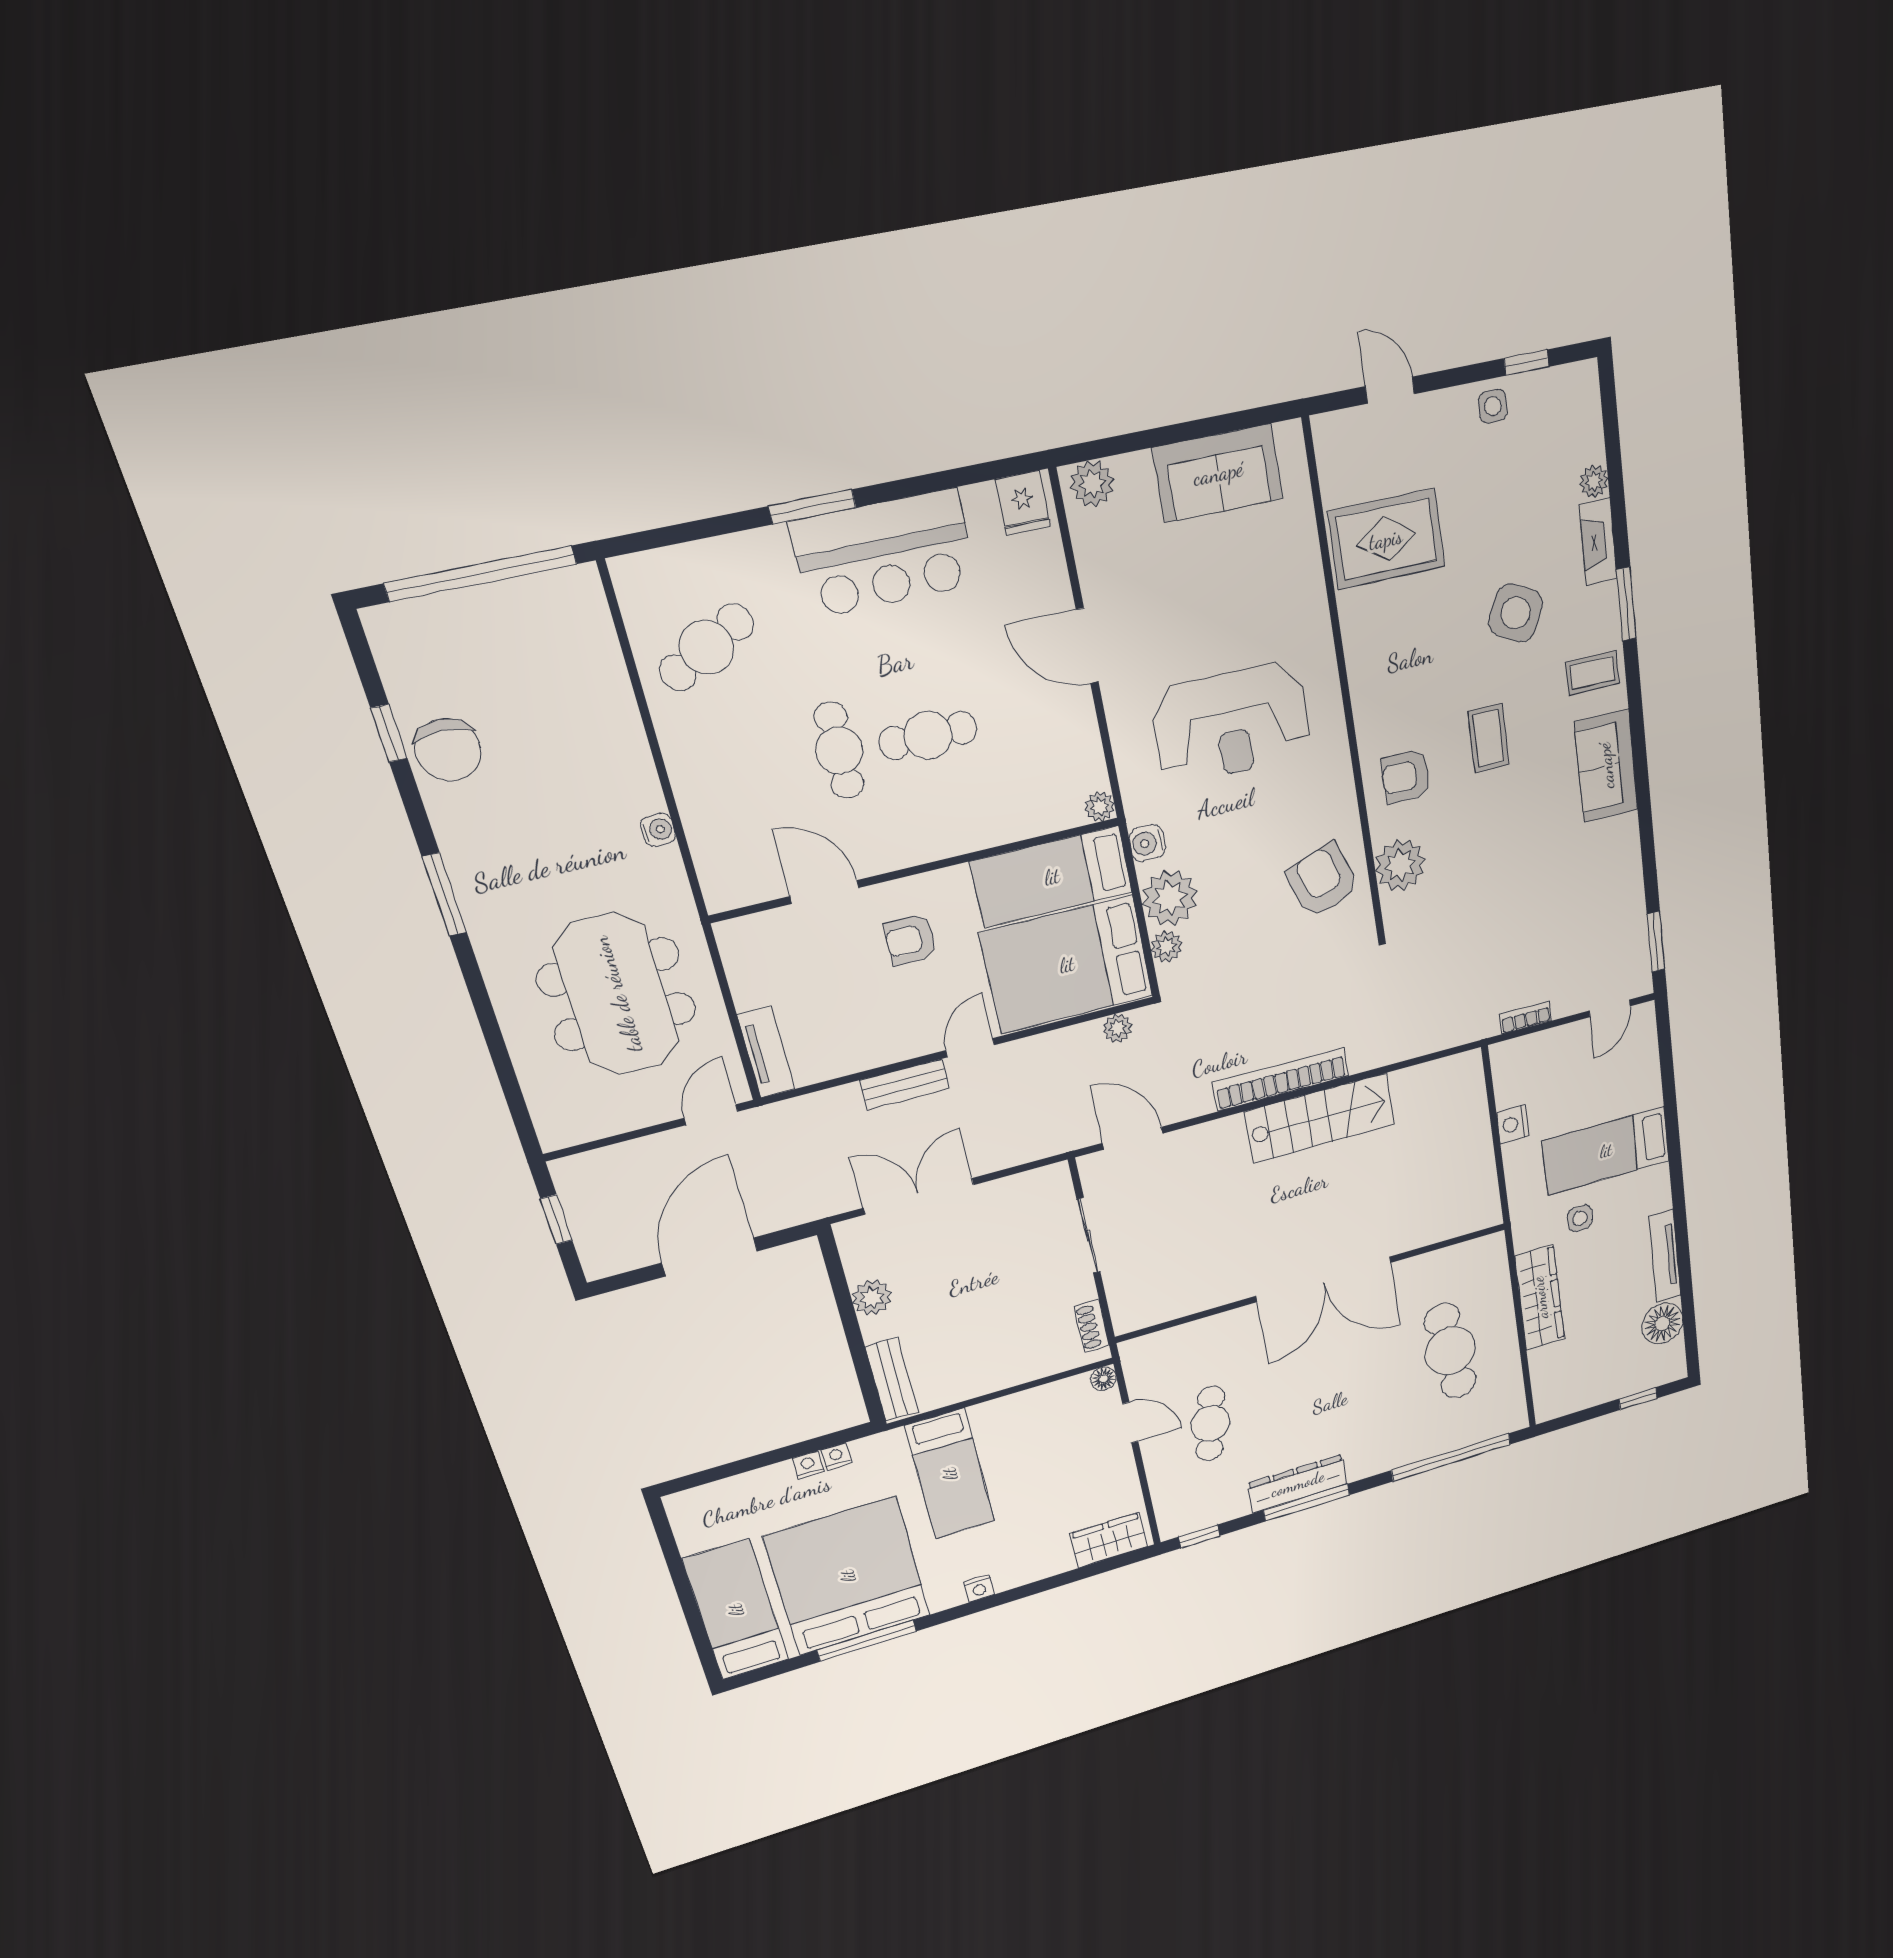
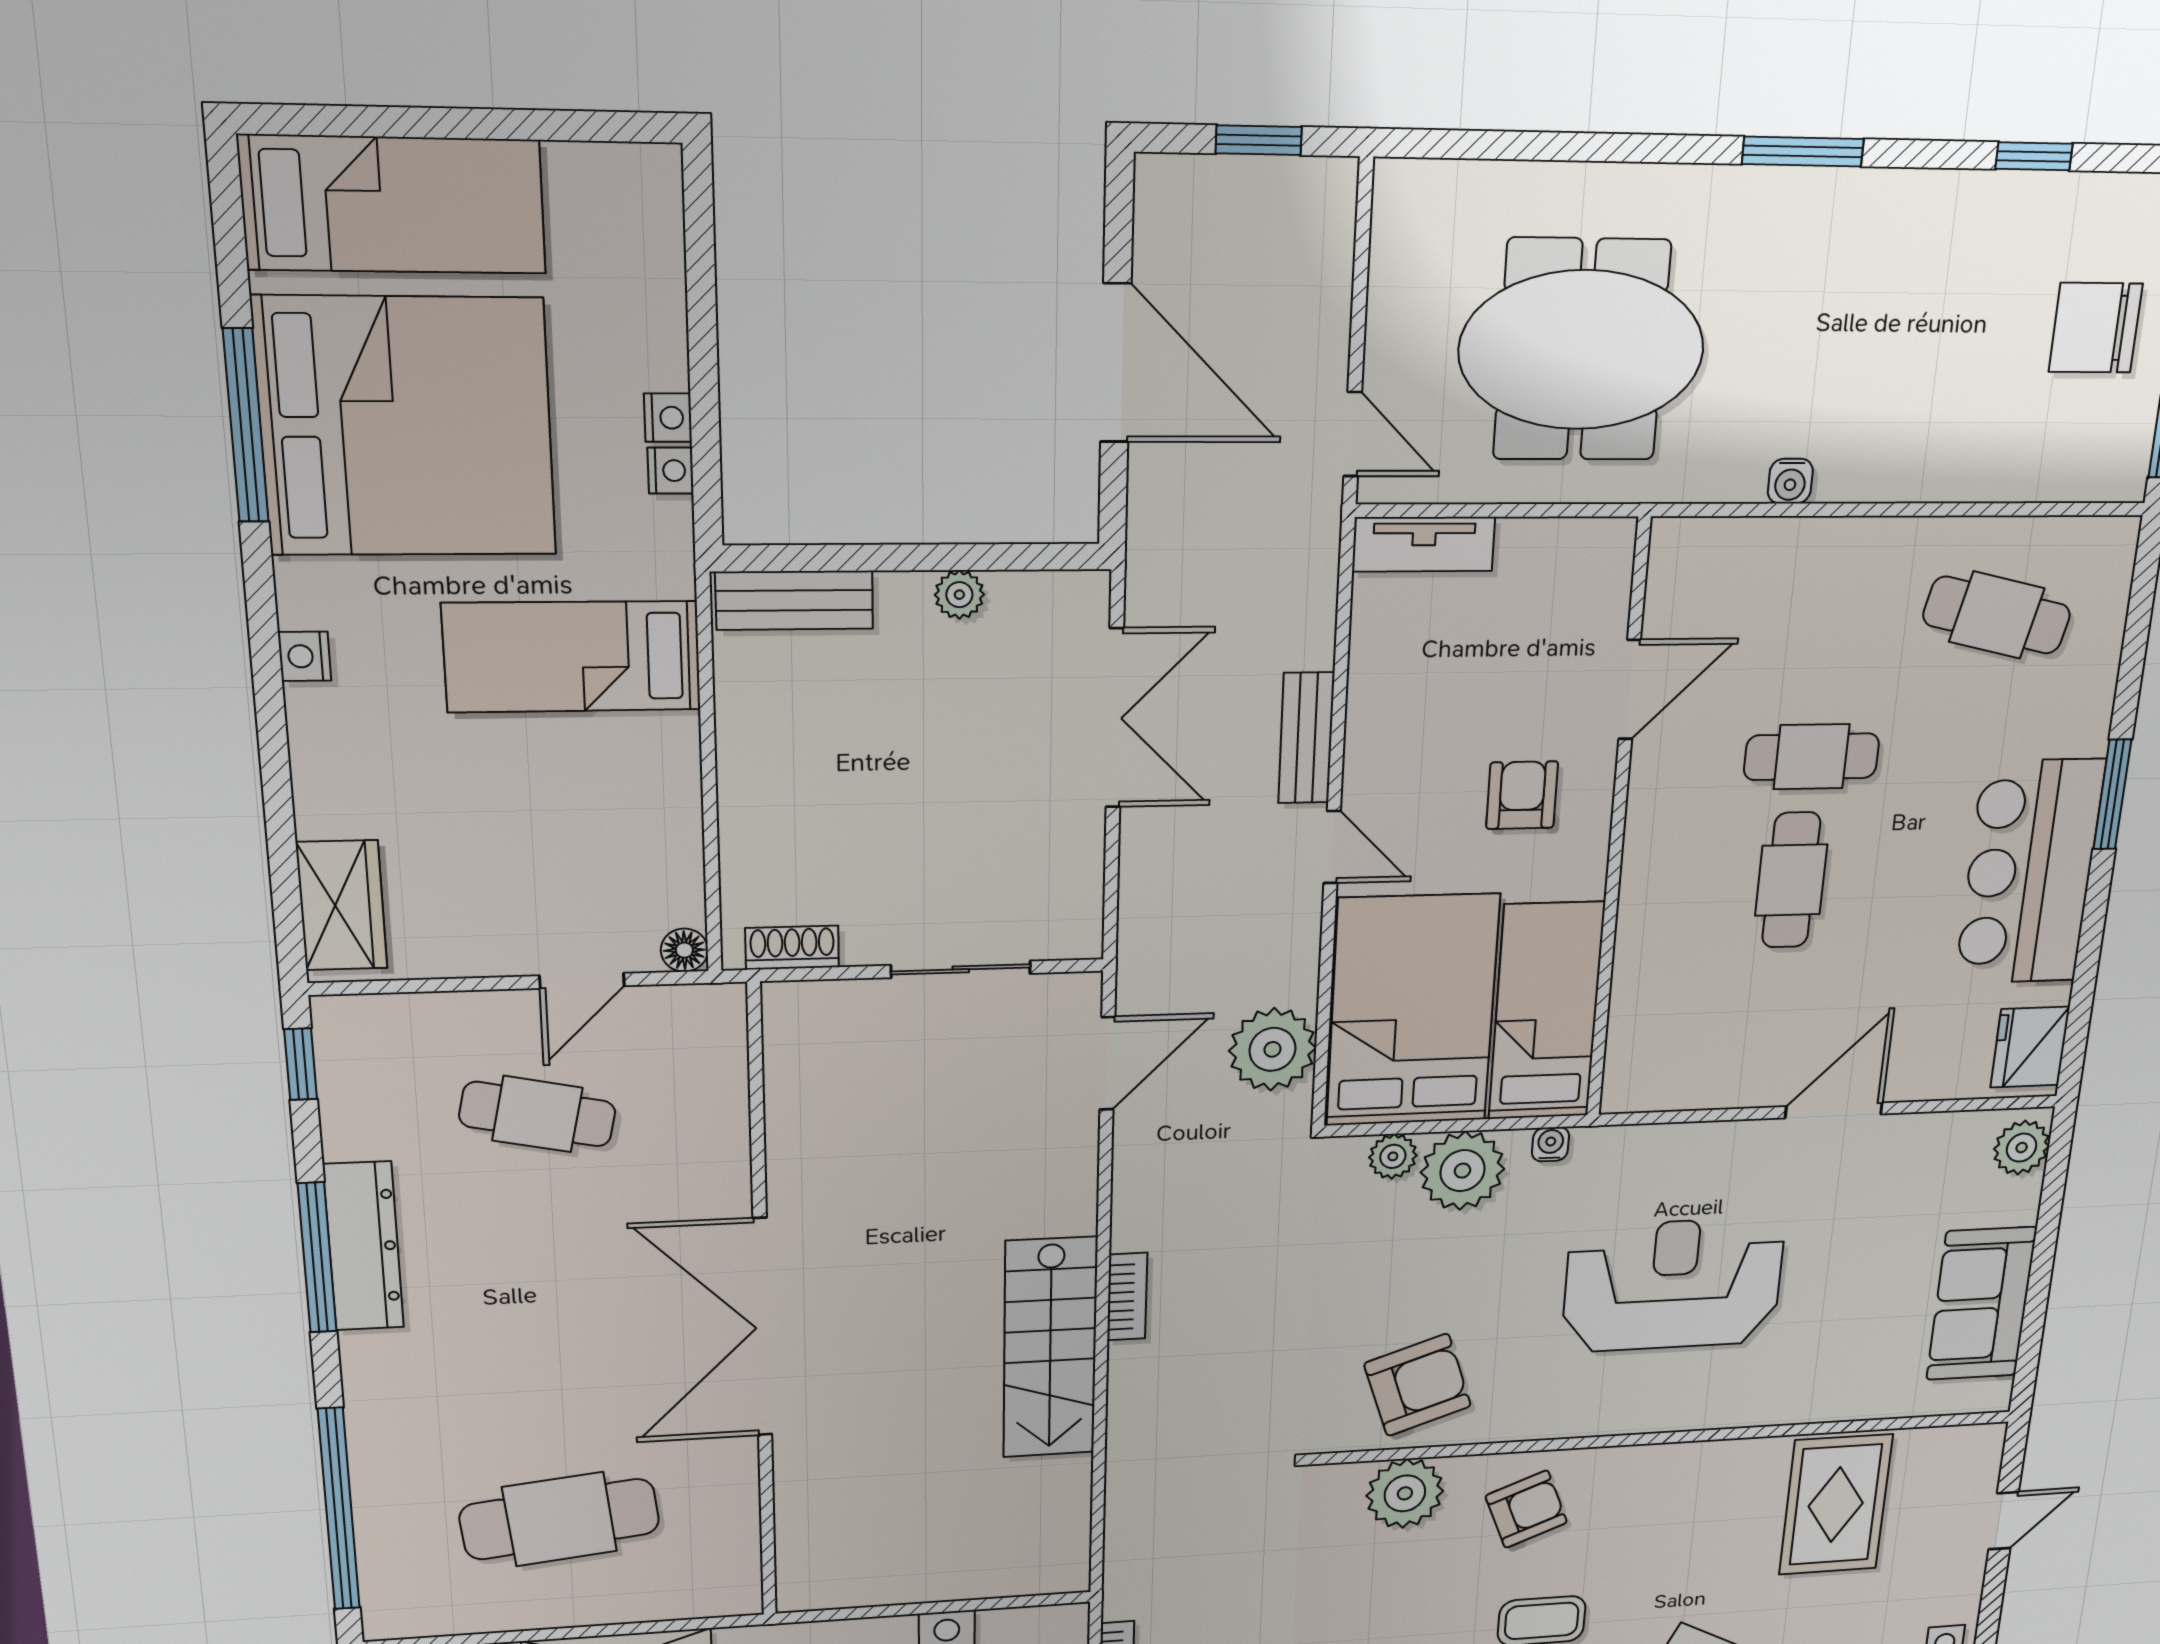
fridge: (1023, 503) -> (2030, 1047), width x1.38
cafe table: (707, 647) -> (1997, 615), turned -49
reception desk: (1232, 723) -> (1673, 1285), turned 90
chair: (448, 750) -> (2096, 328), moved
armchair: (1406, 776) -> (1526, 1509), turned 68
plant: (1100, 806) -> (1622, 1093), removed
water cooler: (1147, 843) -> (1551, 1144), width x0.72, depth x0.72
plant: (1117, 1028) -> (1272, 1049), width x1.88, depth x1.88
bookcase: (1281, 1079) -> (1127, 1297), width x0.43, depth x0.76
plant: (872, 1298) -> (959, 595), width x0.73, depth x0.73

